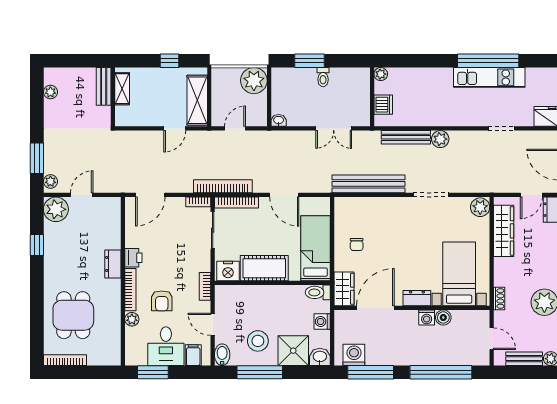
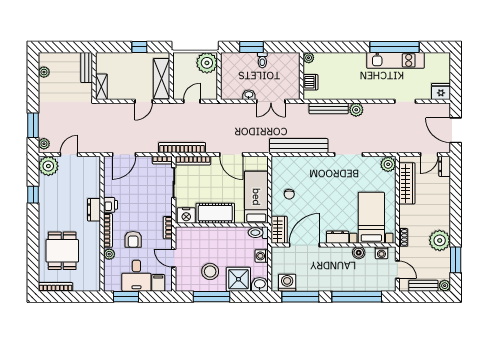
shelving: (122, 89) -> (101, 87), moved
washbasin: (279, 120) -> (249, 95), moved
washing machine: (427, 318) -> (381, 253), moved
bidet: (222, 355) -> (181, 283), removed

